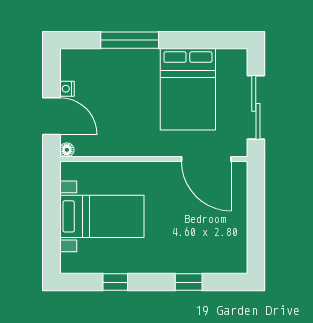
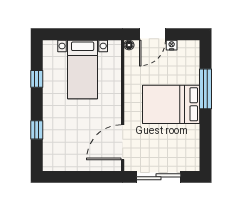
bed: (188, 89) -> (171, 104), moved

